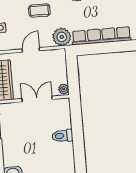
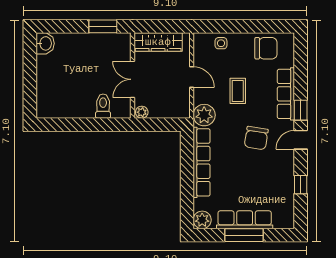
double door: (37, 99) -> (133, 79), swing flipped
toilet: (62, 136) -> (103, 106), moved

